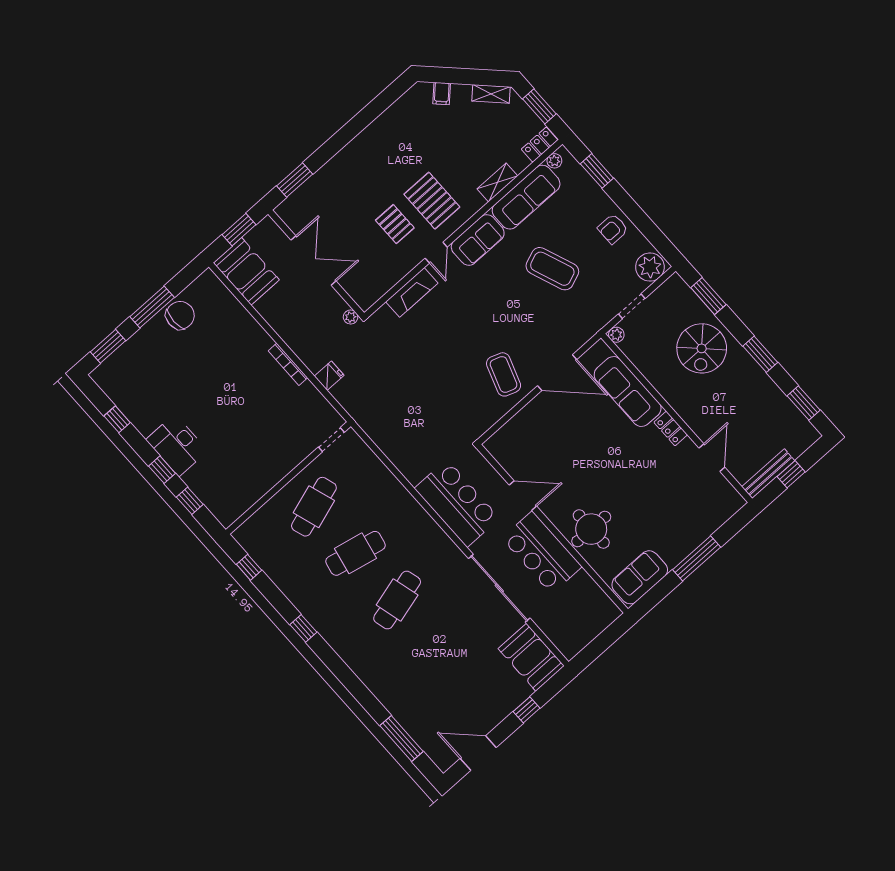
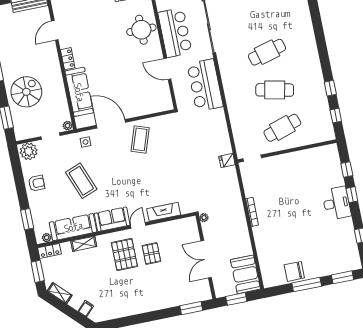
side table: (578, 326) -> (86, 142), added
fridge: (329, 376) -> (227, 160), moved
window: (303, 628) -> (330, 88), moved

